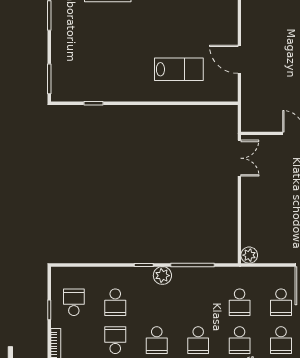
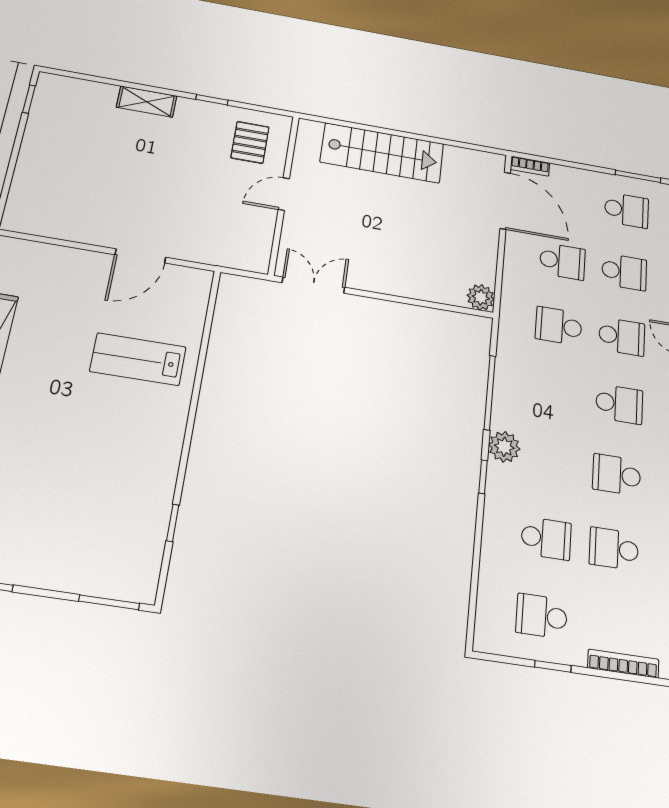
lab bench: (179, 69) -> (138, 359), turned -90
school desk: (240, 302) -> (559, 326), turned 180
school desk: (157, 340) -> (617, 475), turned 180

